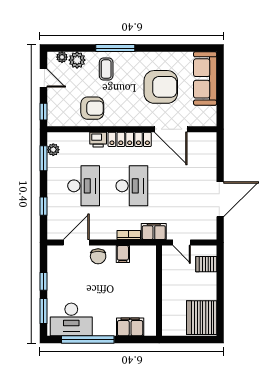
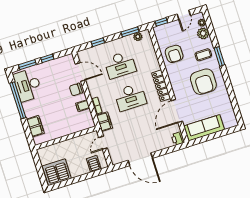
window: (115, 48) -> (219, 56), width x0.69
sofa: (205, 78) -> (204, 128), moved
armchair: (161, 87) -> (203, 82), moved
printer: (98, 140) -> (178, 139), moved

